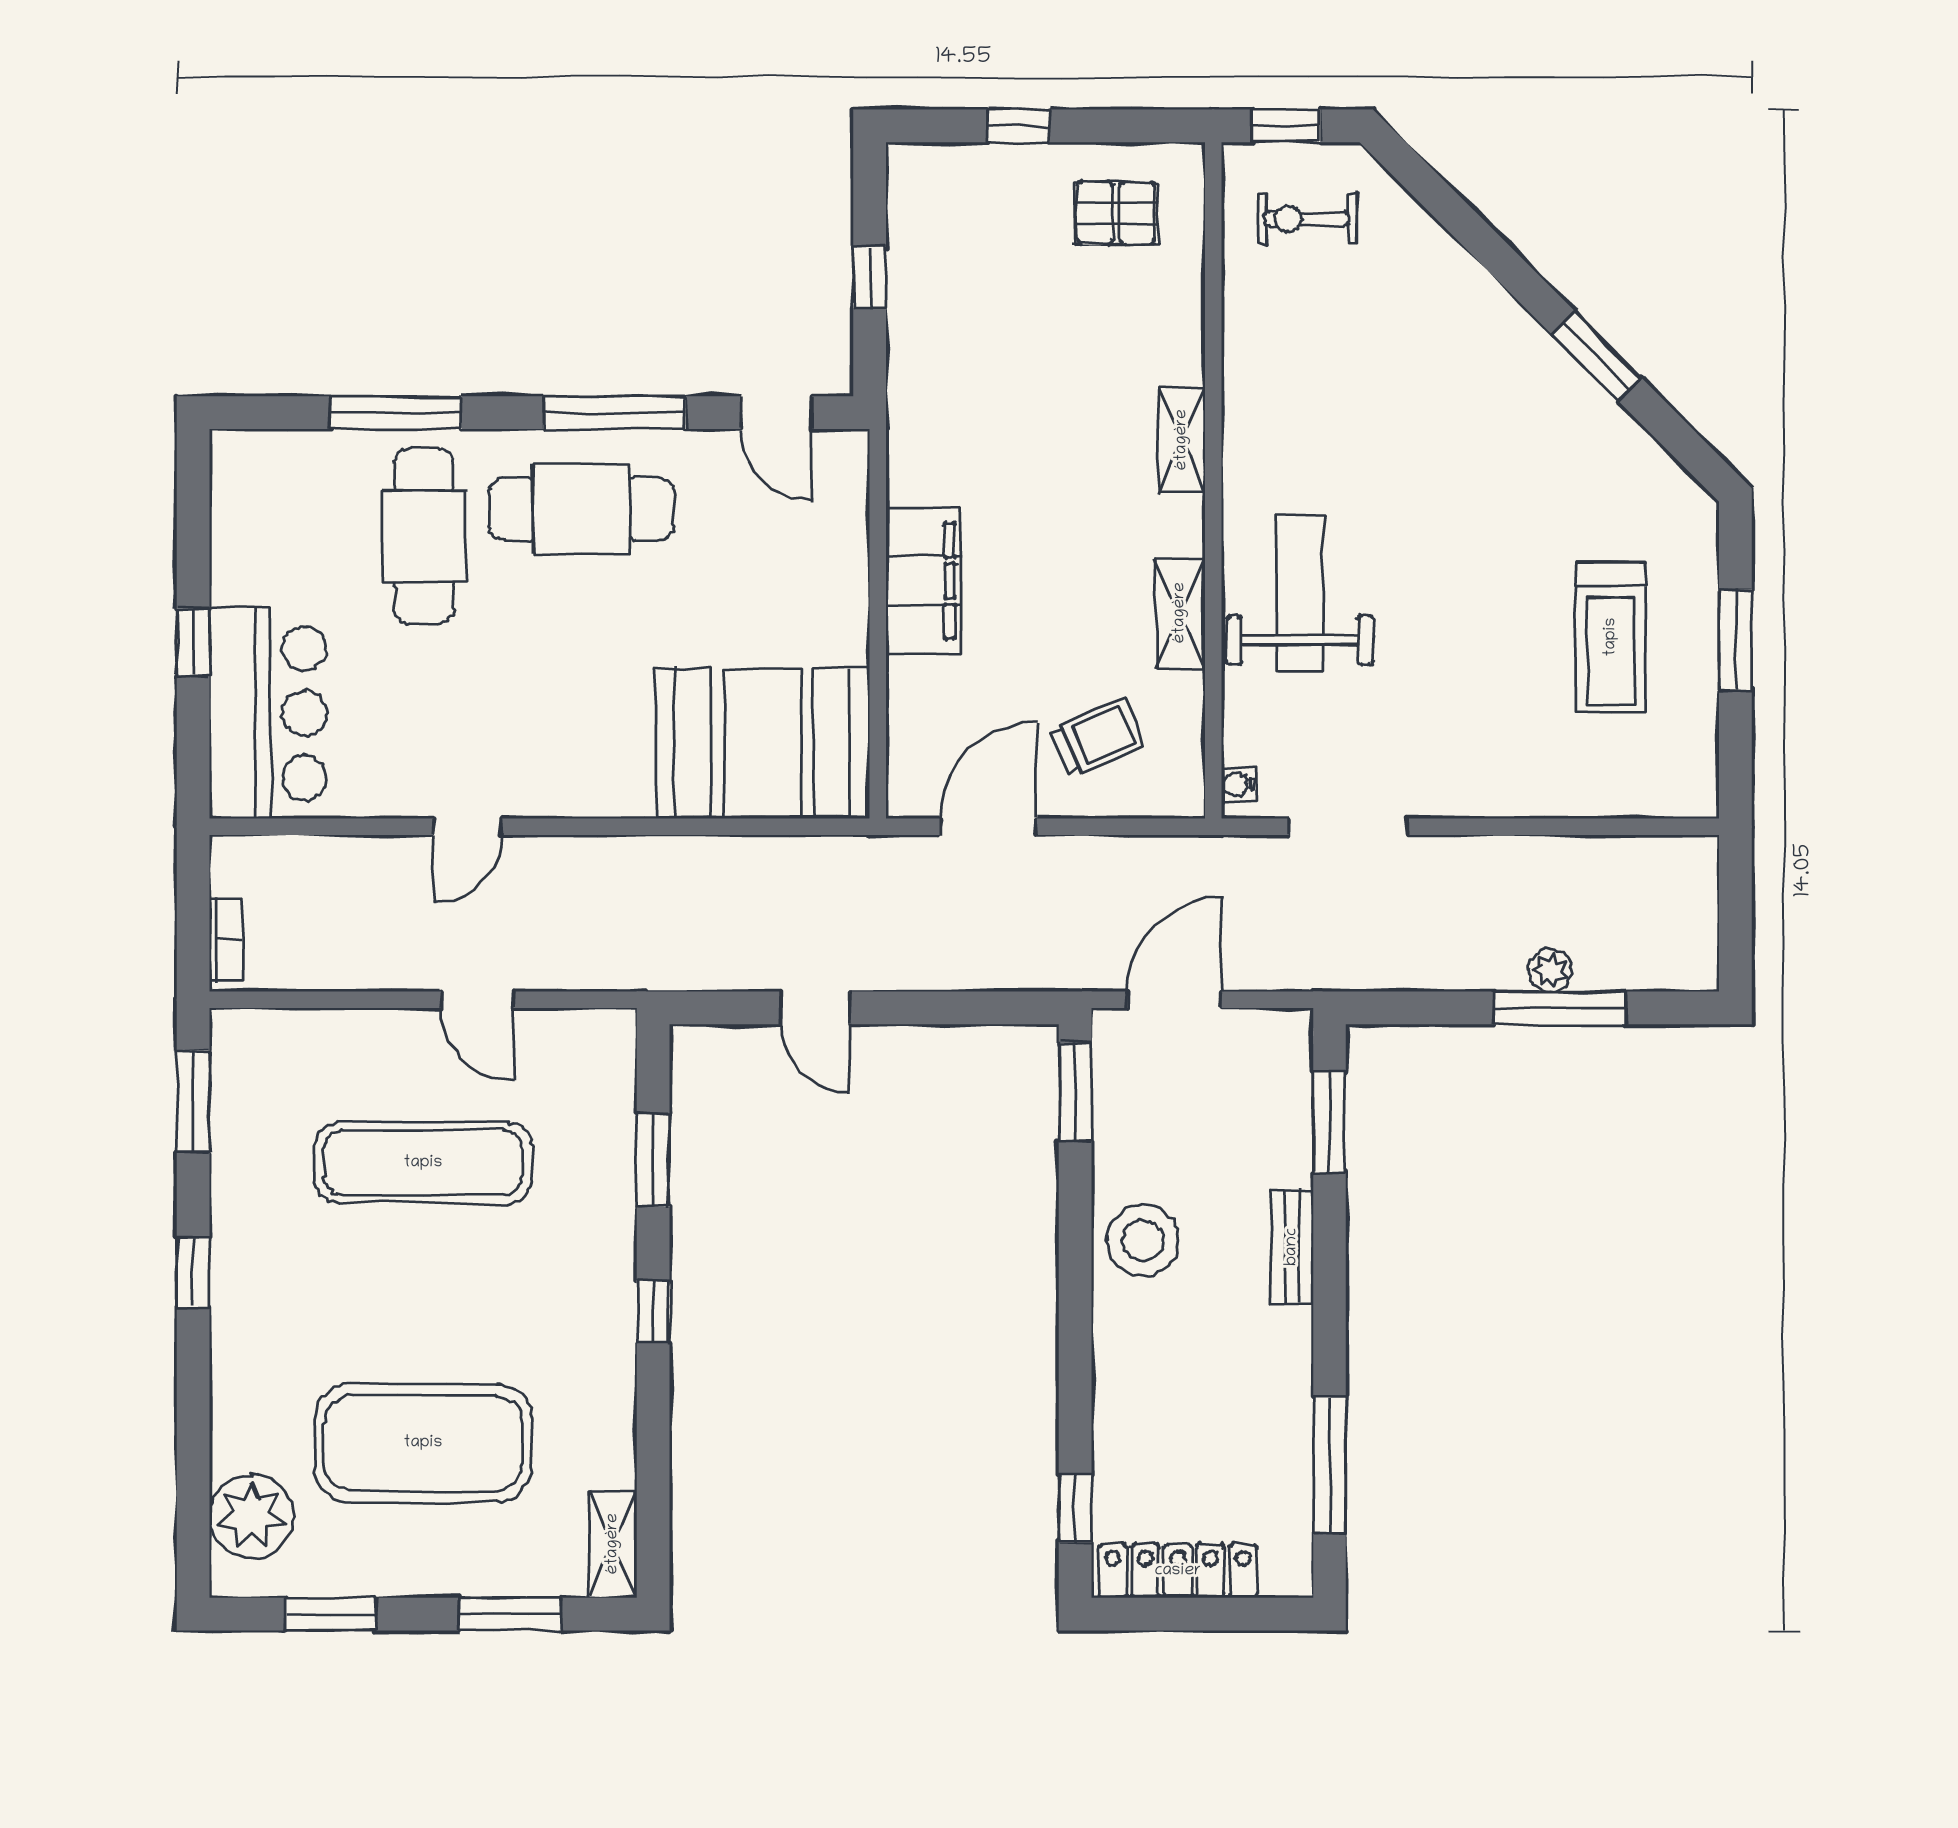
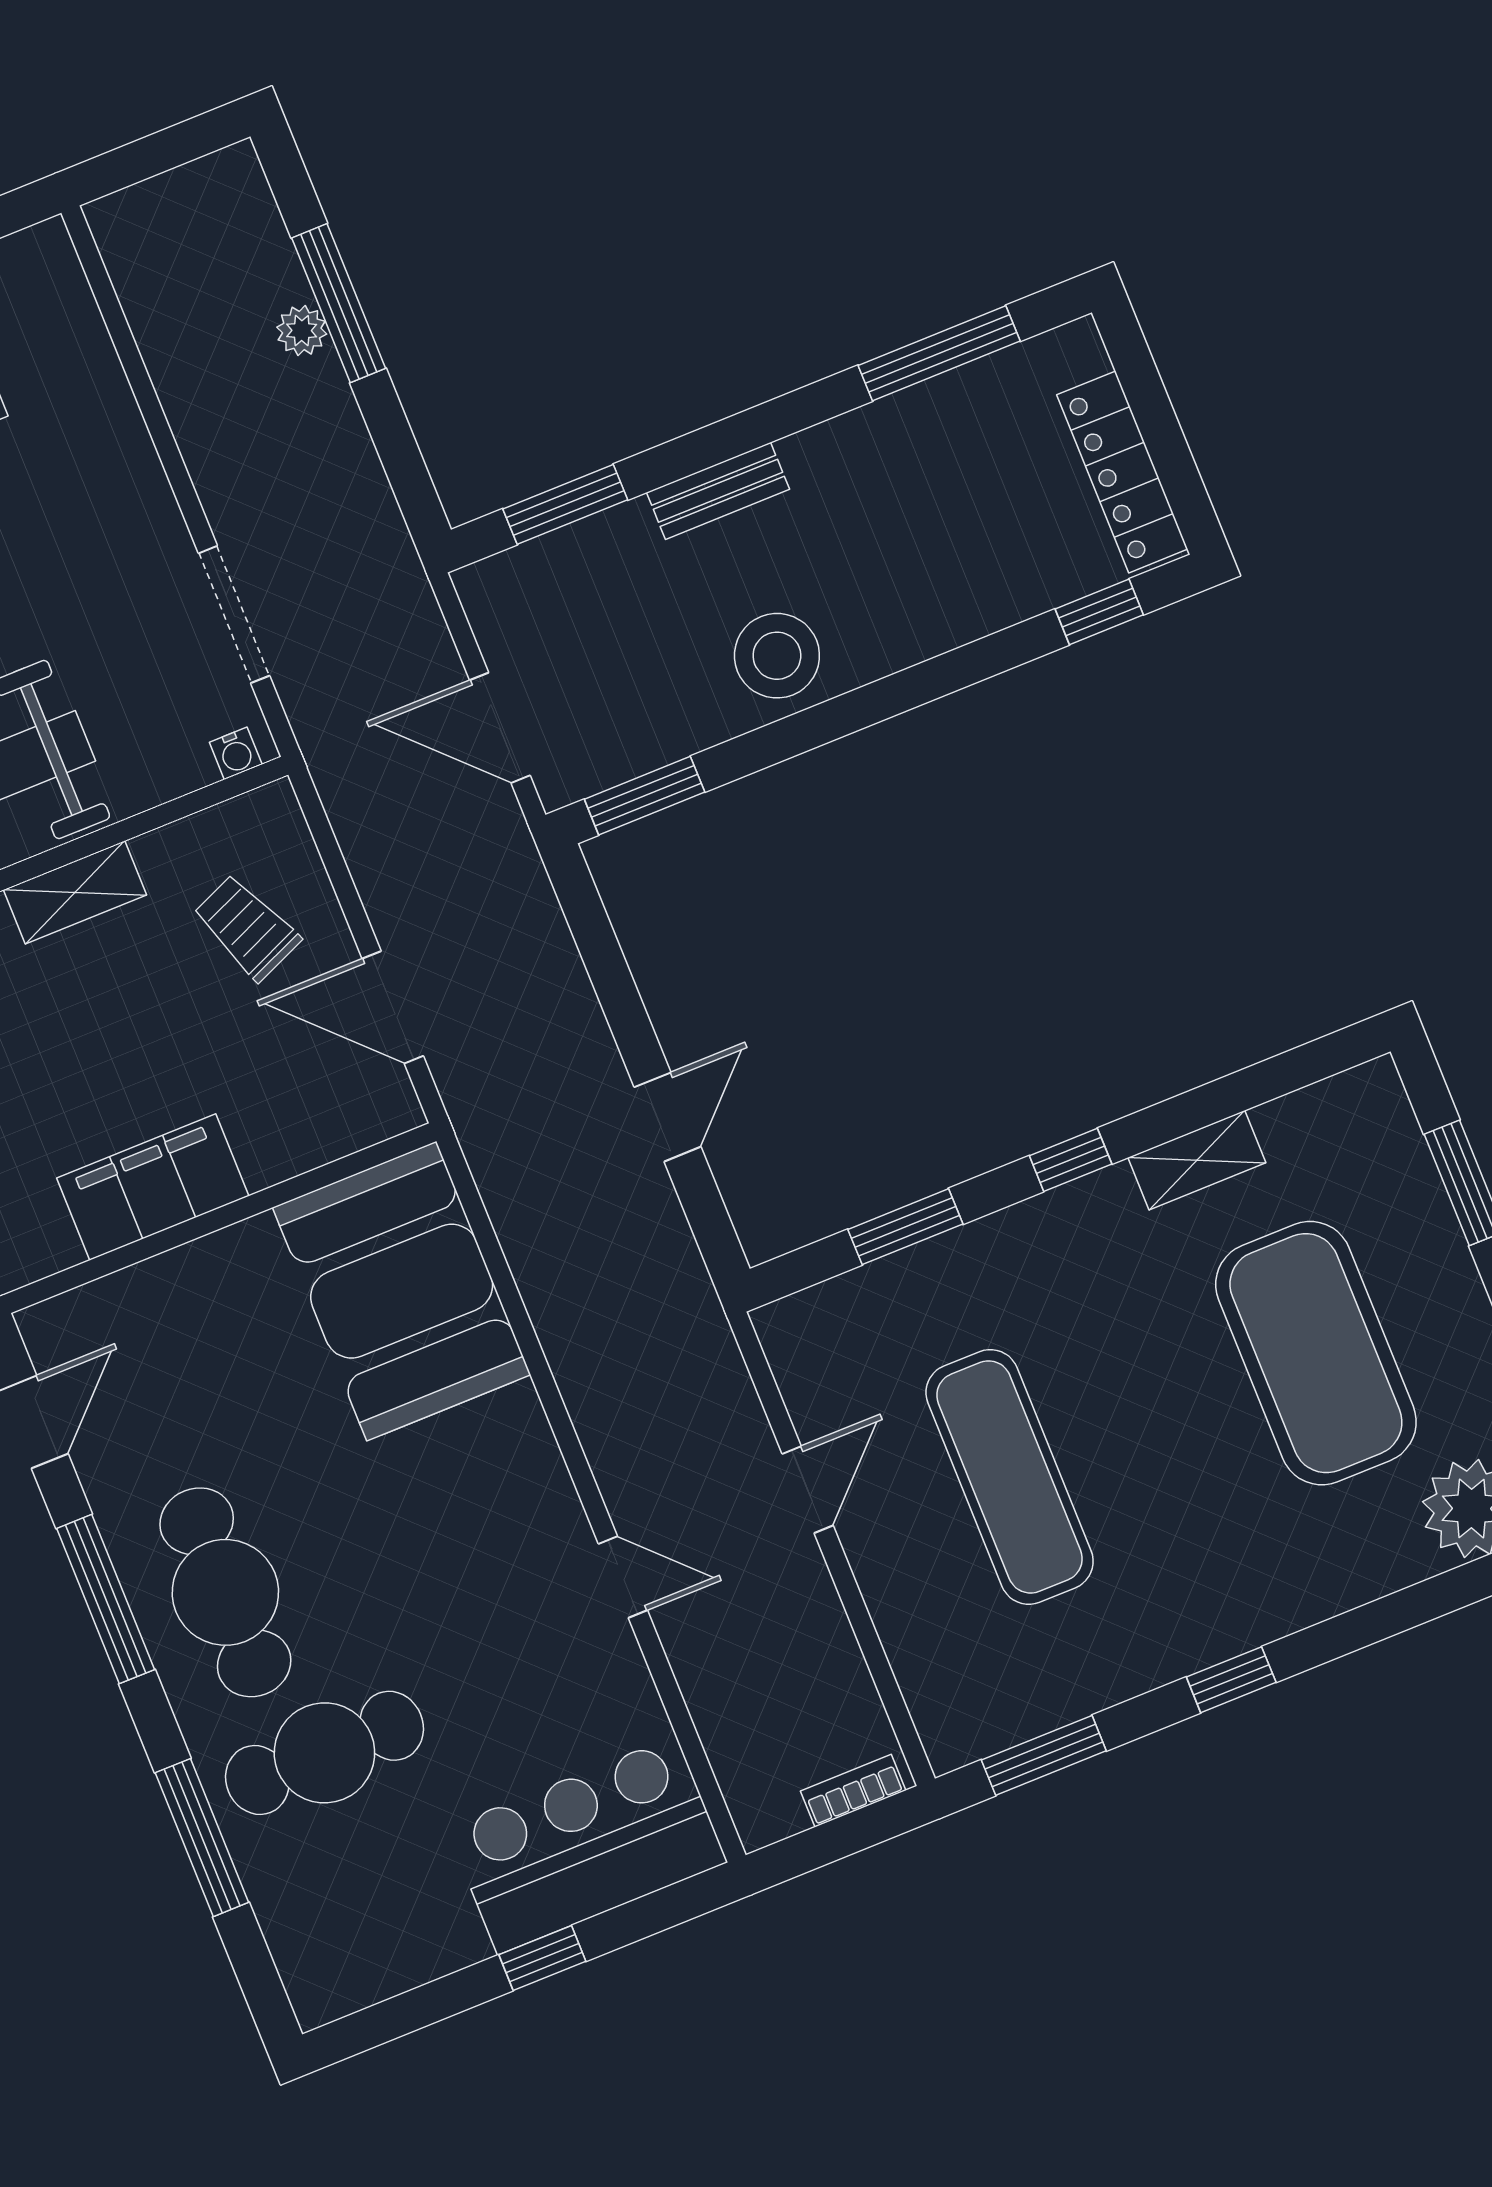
shelving: (613, 1544) -> (1197, 1160), moved

